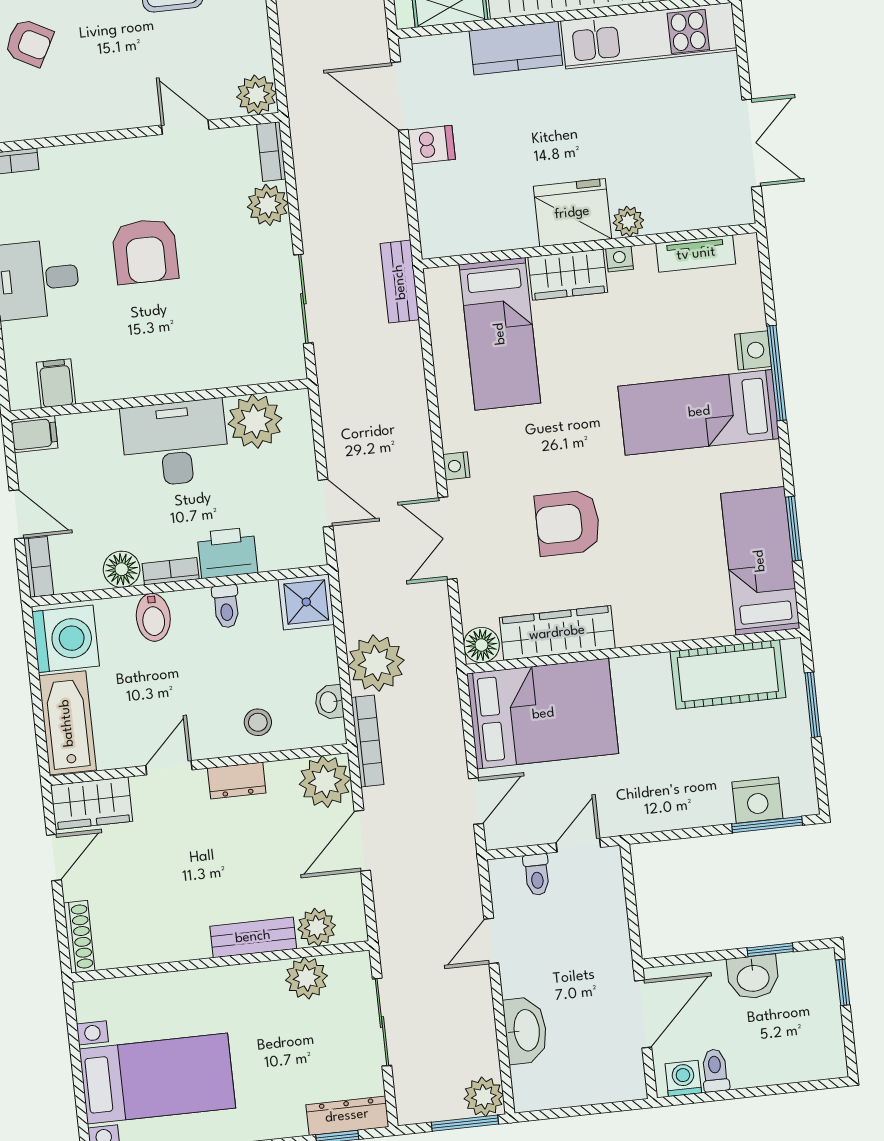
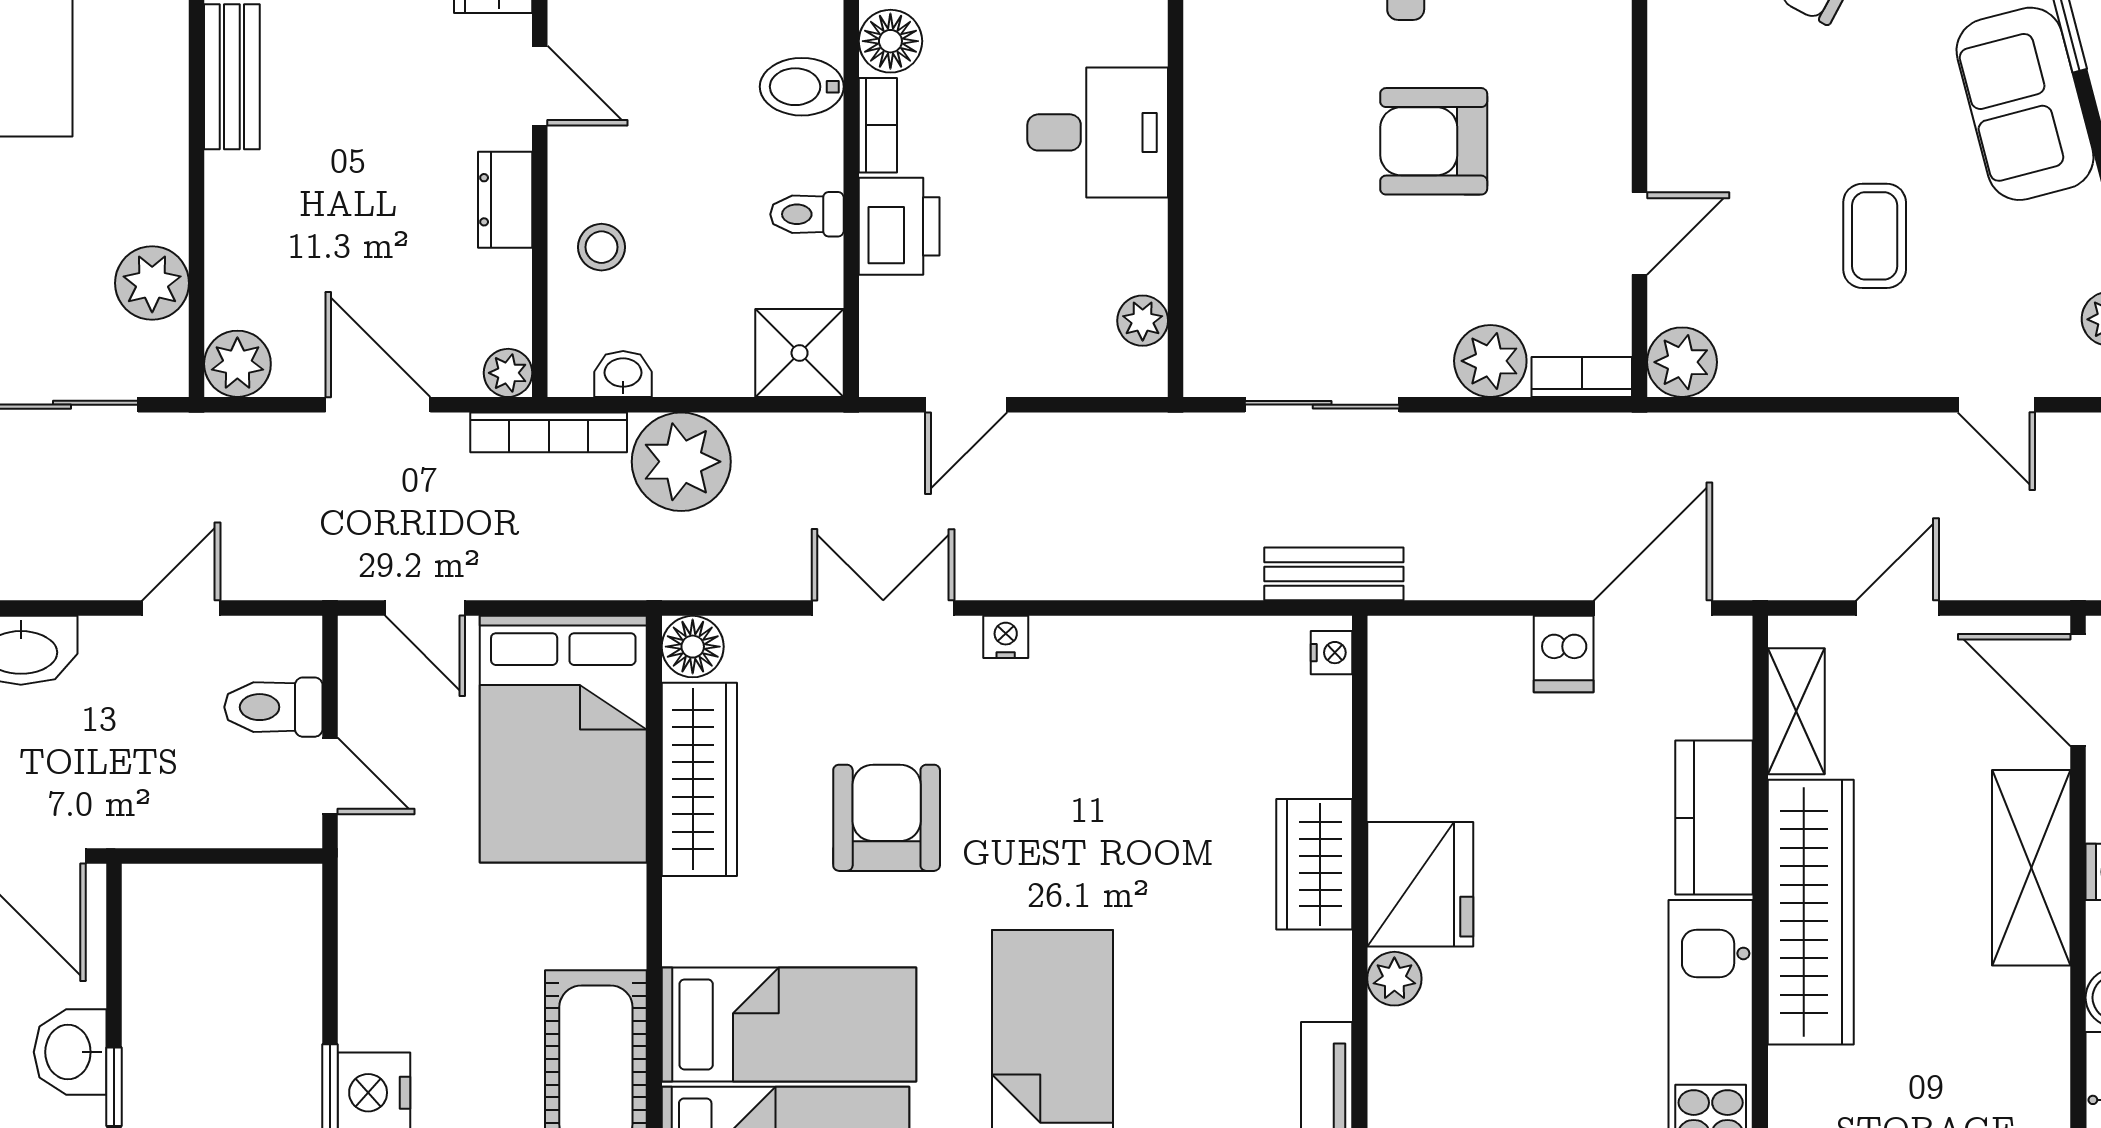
nightstand: (620, 259) -> (1332, 653), moved
bed: (500, 334) -> (789, 1024), moved, turned 180
plant: (255, 421) -> (1143, 321), width x0.53, depth x0.53
desk: (175, 443) -> (1098, 132), width x0.73
plant: (325, 782) -> (508, 373), width x0.53, depth x0.53
toilet: (537, 875) -> (273, 707), width x1.37, depth x1.39
plant: (317, 927) -> (237, 364), moved
bench: (253, 937) -> (232, 77), moved
door: (491, 941) -> (181, 608), hinge flipped

